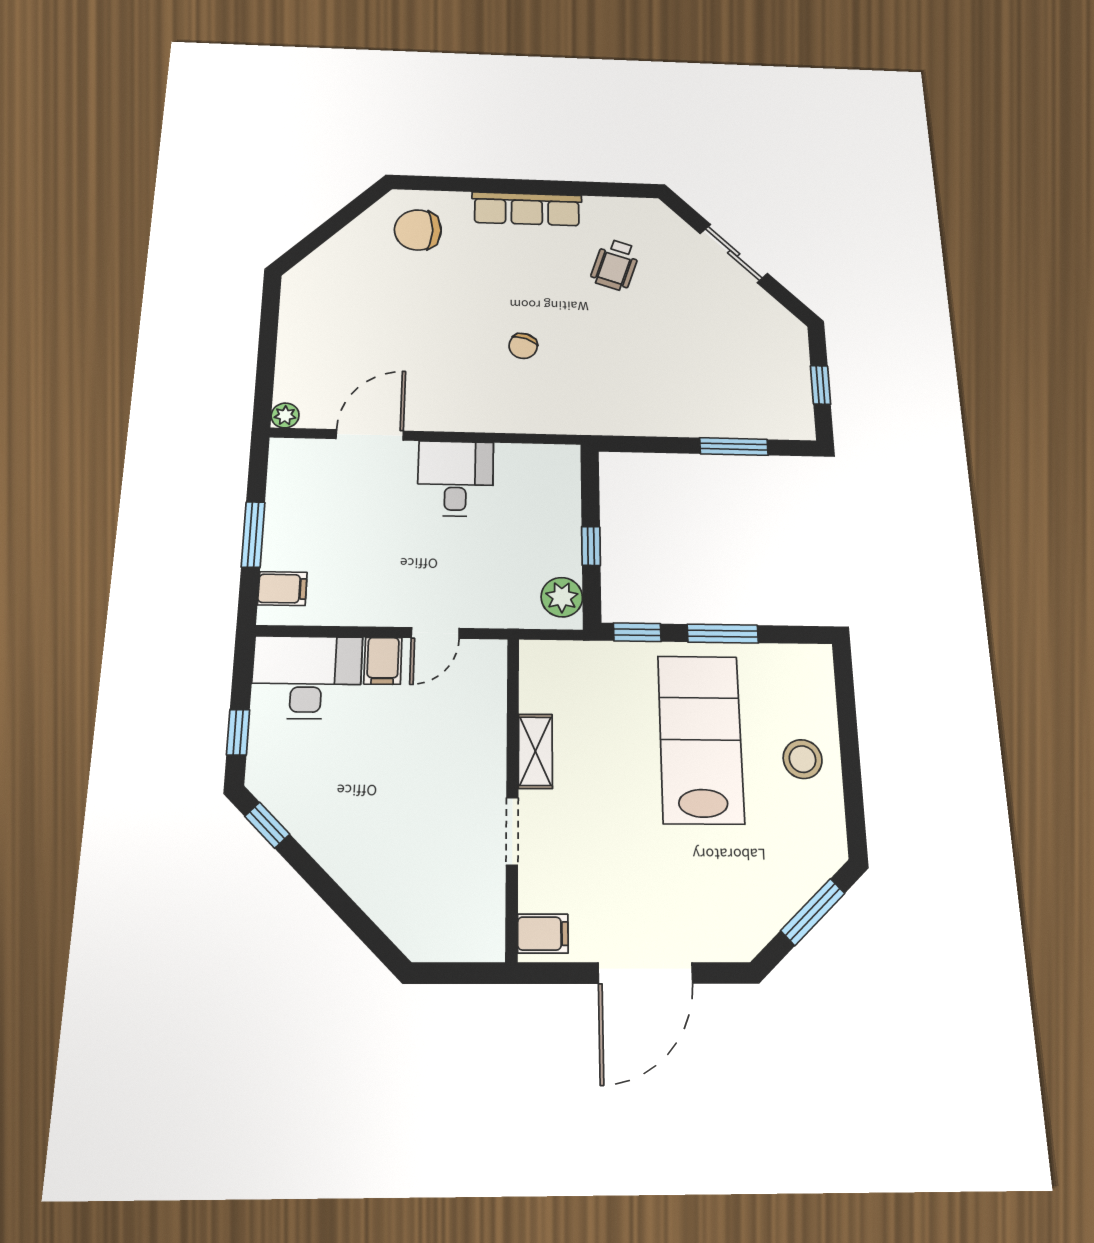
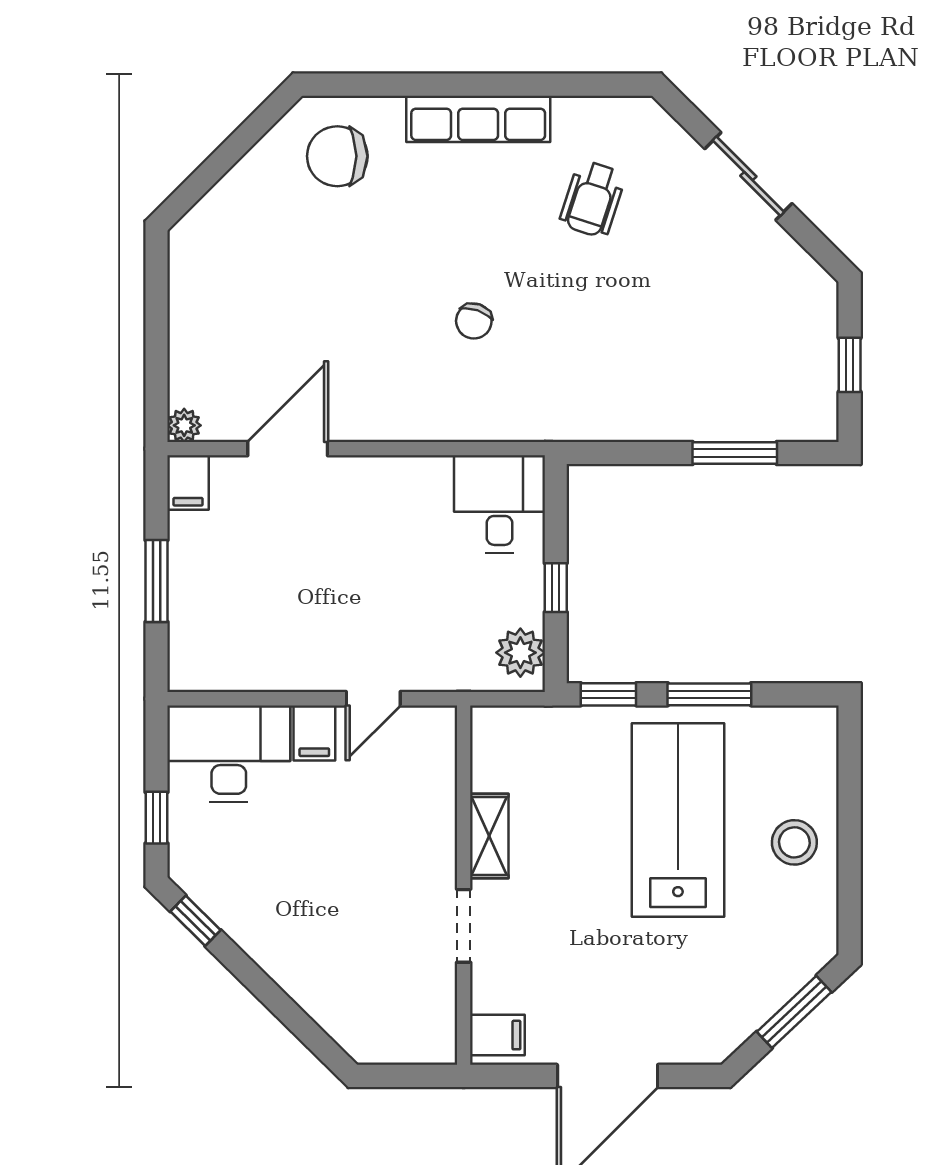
desk: (456, 479) -> (499, 504), moved
filing cabinet: (282, 589) -> (188, 483), moved, turned 90

